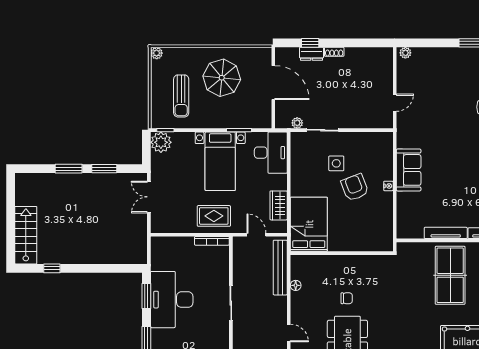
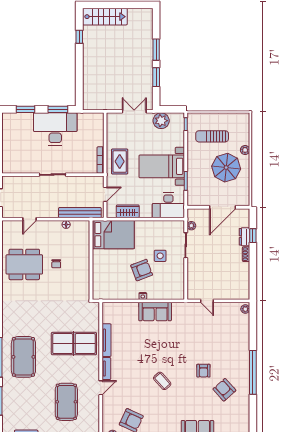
plant: (157, 53) -> (245, 150), moved
plant: (161, 142) -> (161, 121), moved

